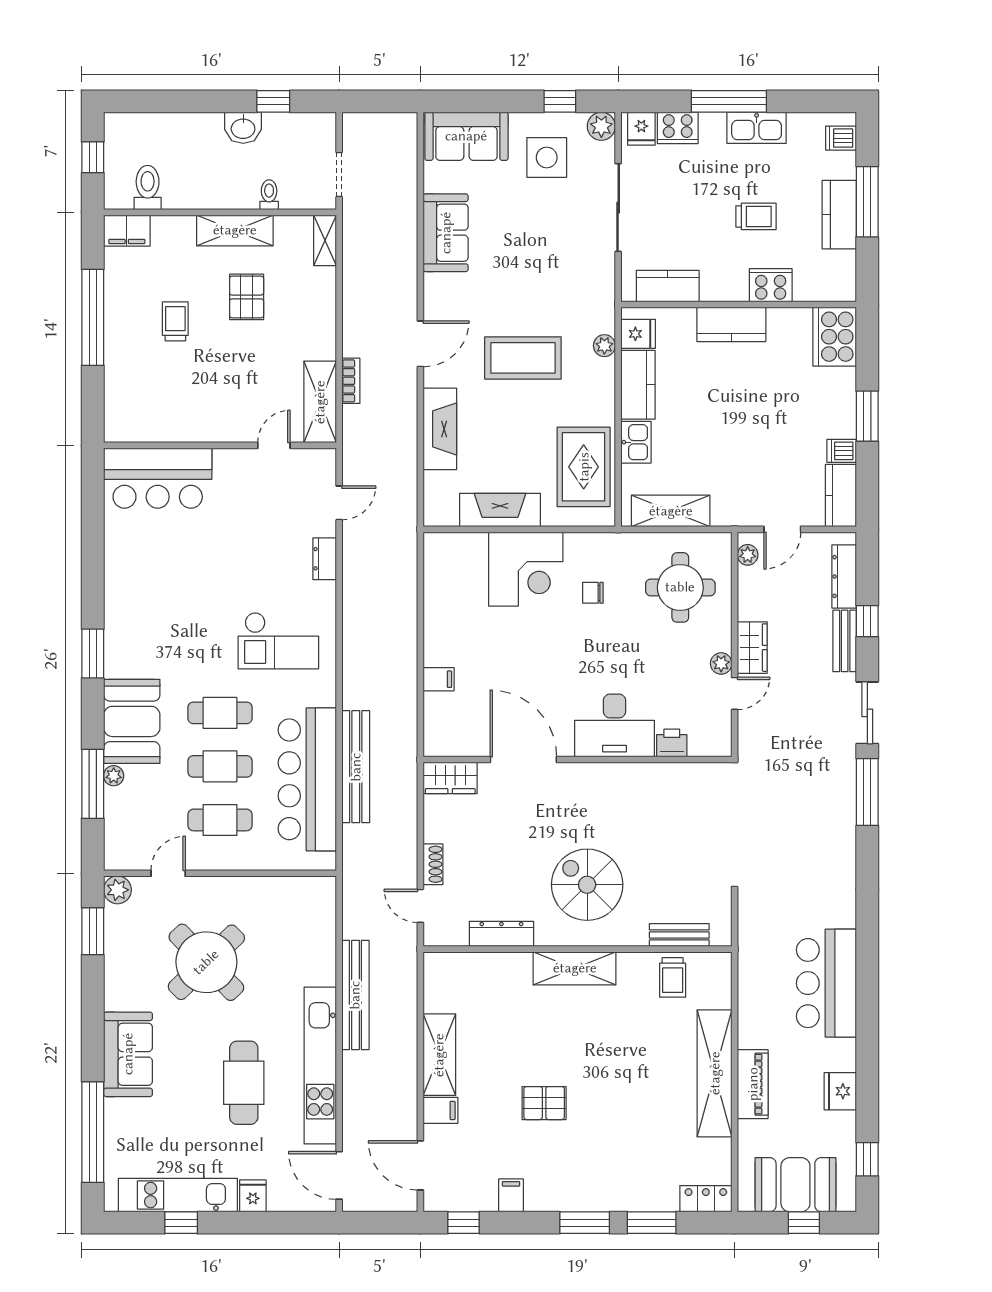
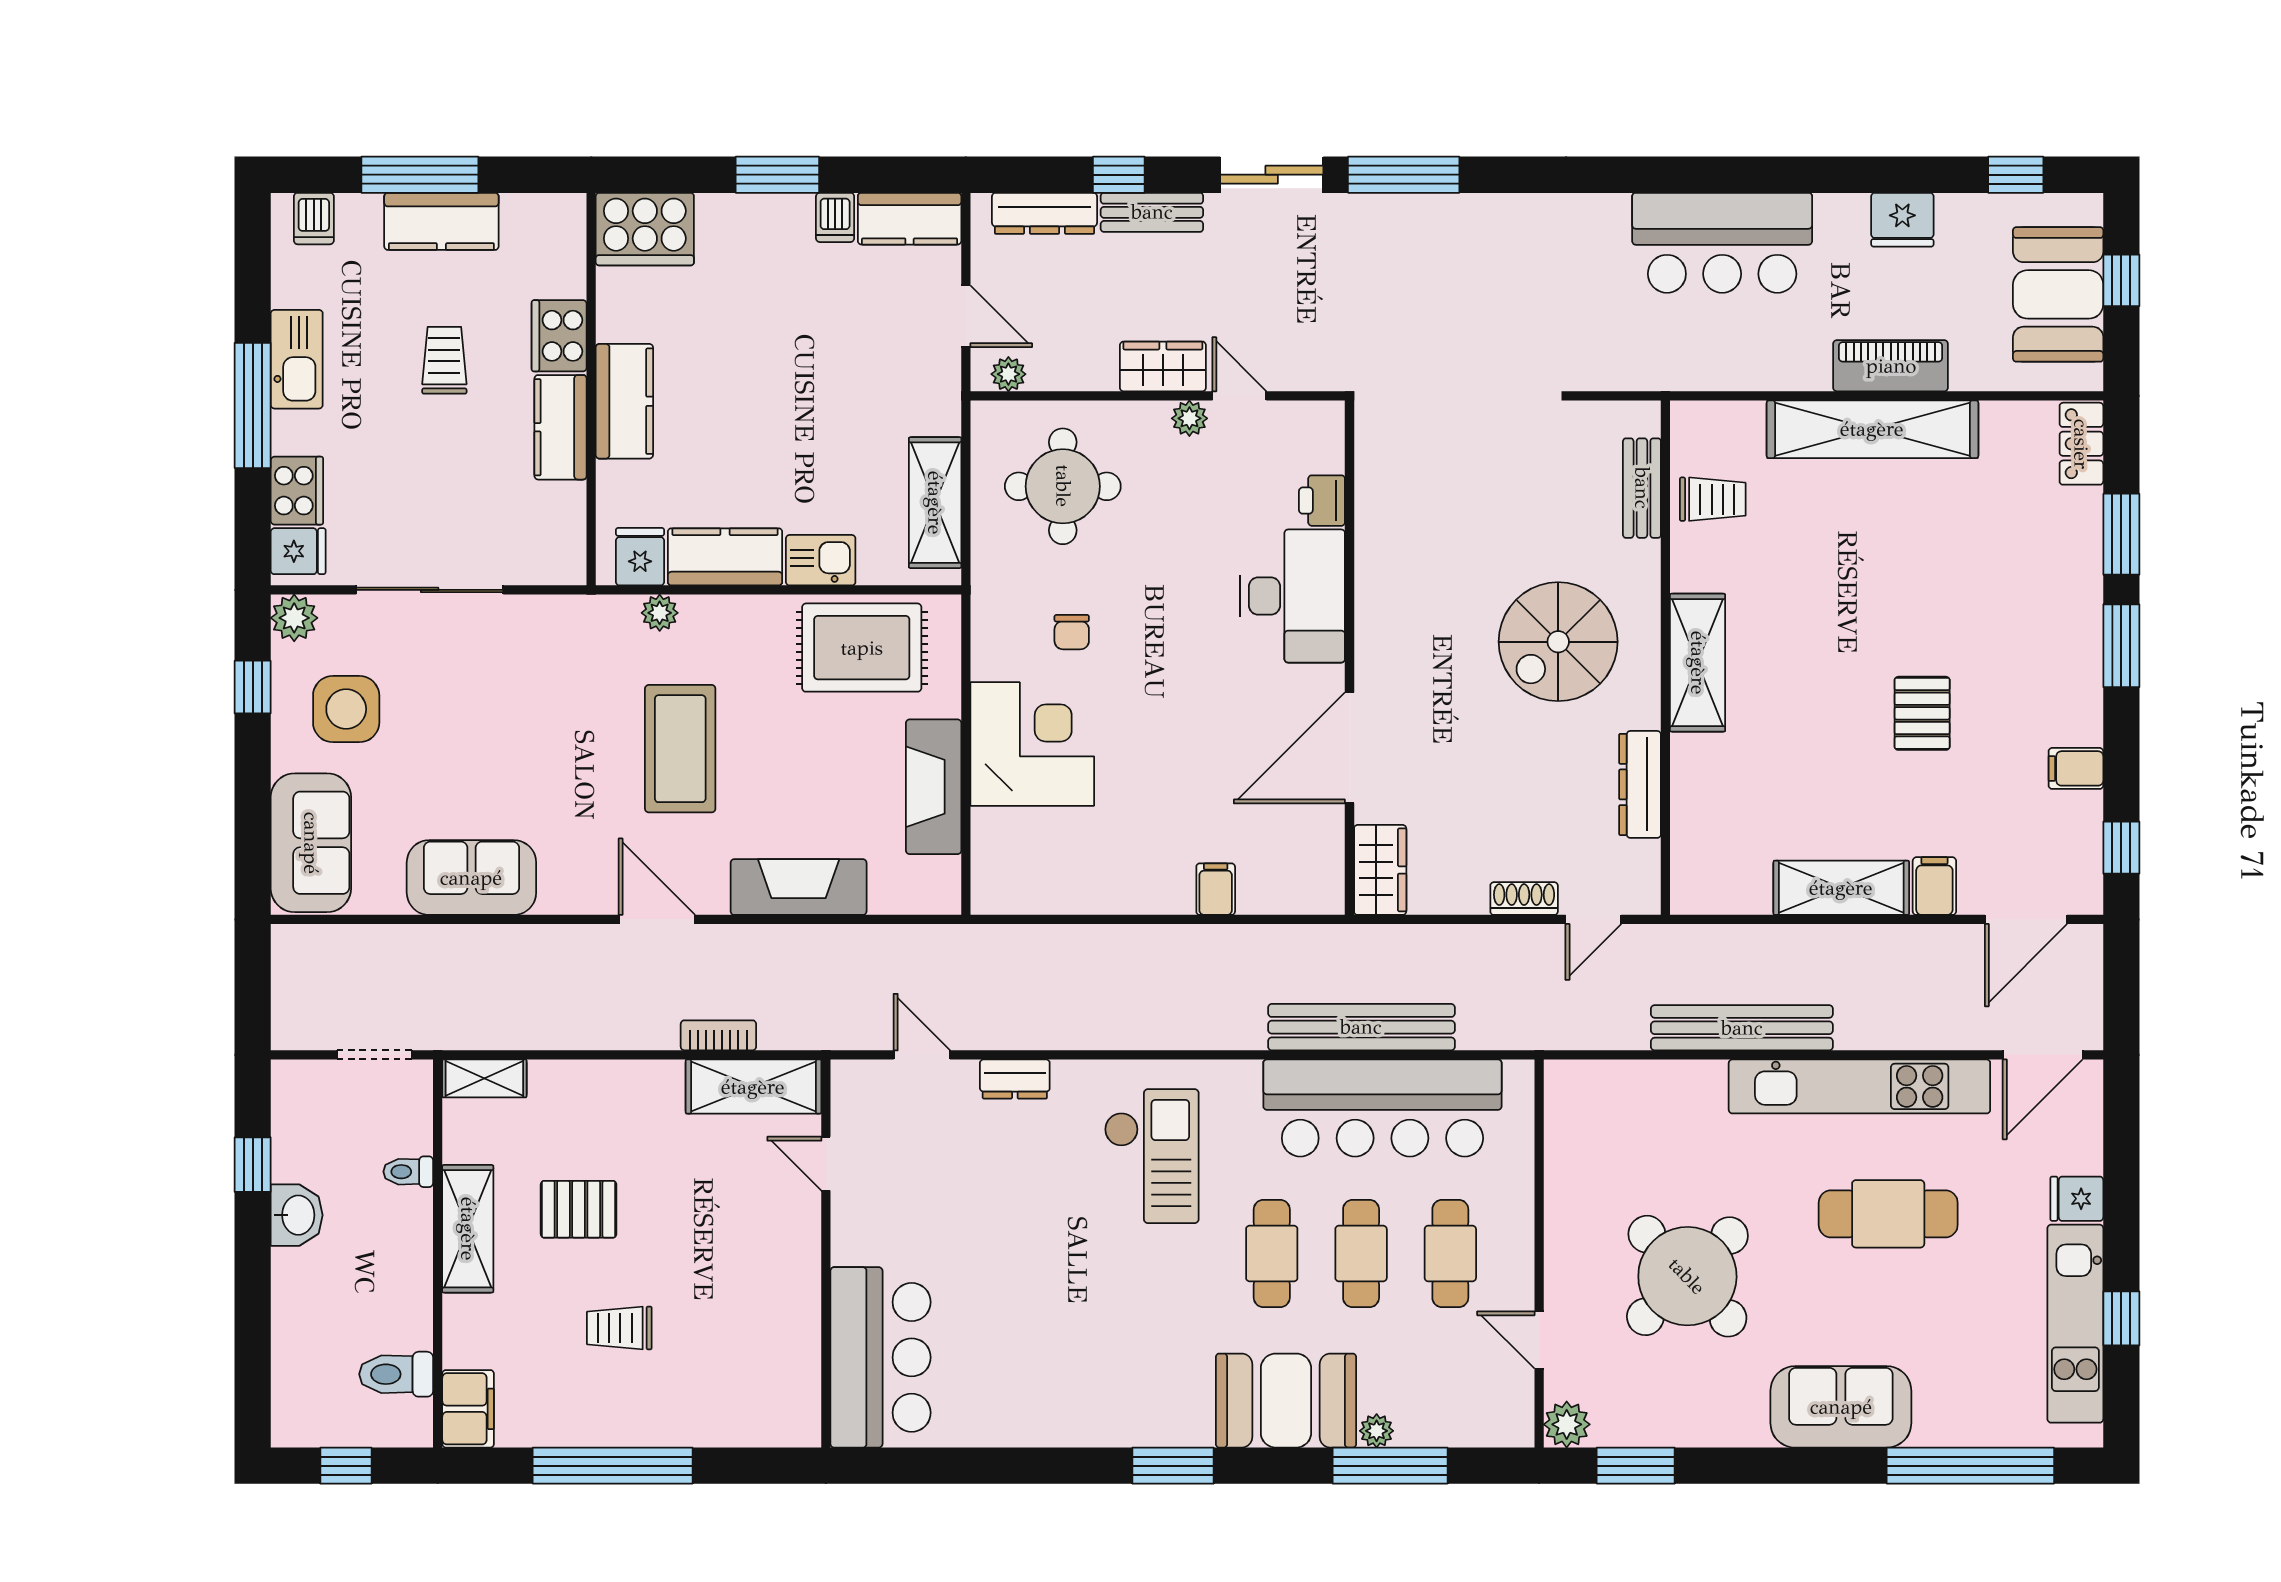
kitchen counter: (668, 286) -> (561, 427), moved

